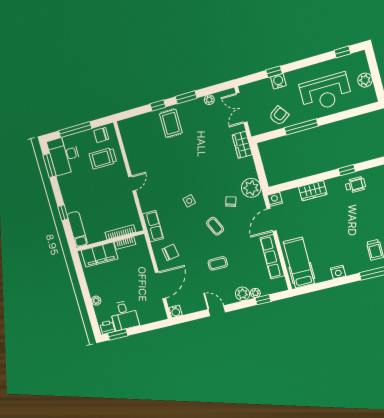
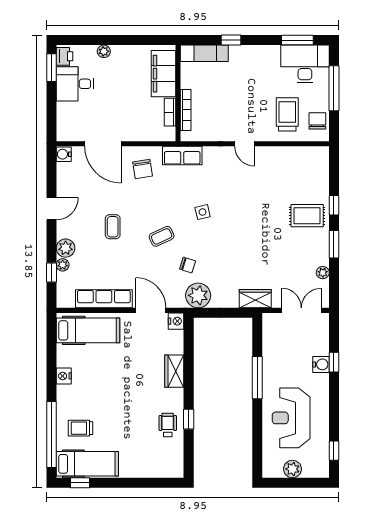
armchair: (279, 116) -> (279, 354), removed
wheelchair: (355, 185) -> (168, 425), turned 180

